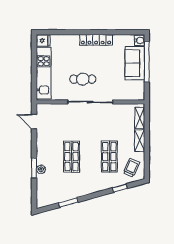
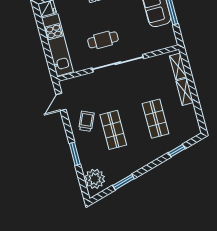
door: (34, 122) -> (61, 102), hinge flipped
trolley: (131, 168) -> (86, 121), moved
plant: (41, 169) -> (95, 179), moved, width x1.87, depth x1.87

